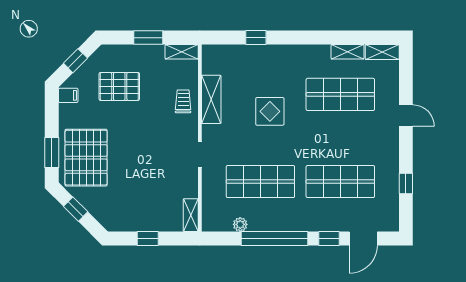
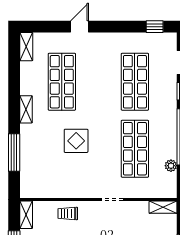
window: (256, 38) -> (14, 153), width x2.17
shelving: (348, 52) -> (26, 109), moved
shelving: (211, 99) -> (66, 190), removed
window: (406, 184) -> (155, 27), moved

